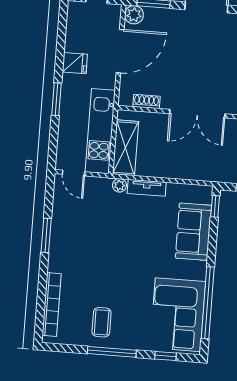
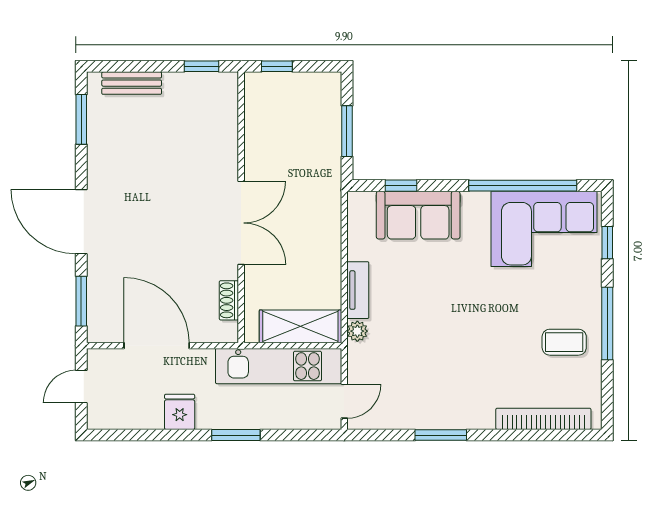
plant: (134, 15) -> (101, 329), removed
window: (215, 206) -> (401, 186), moved

